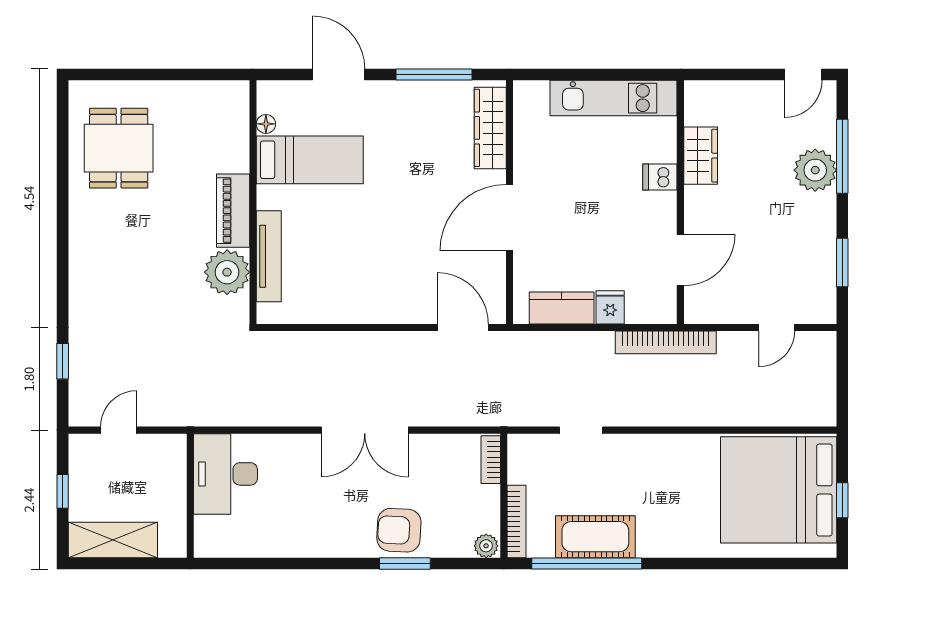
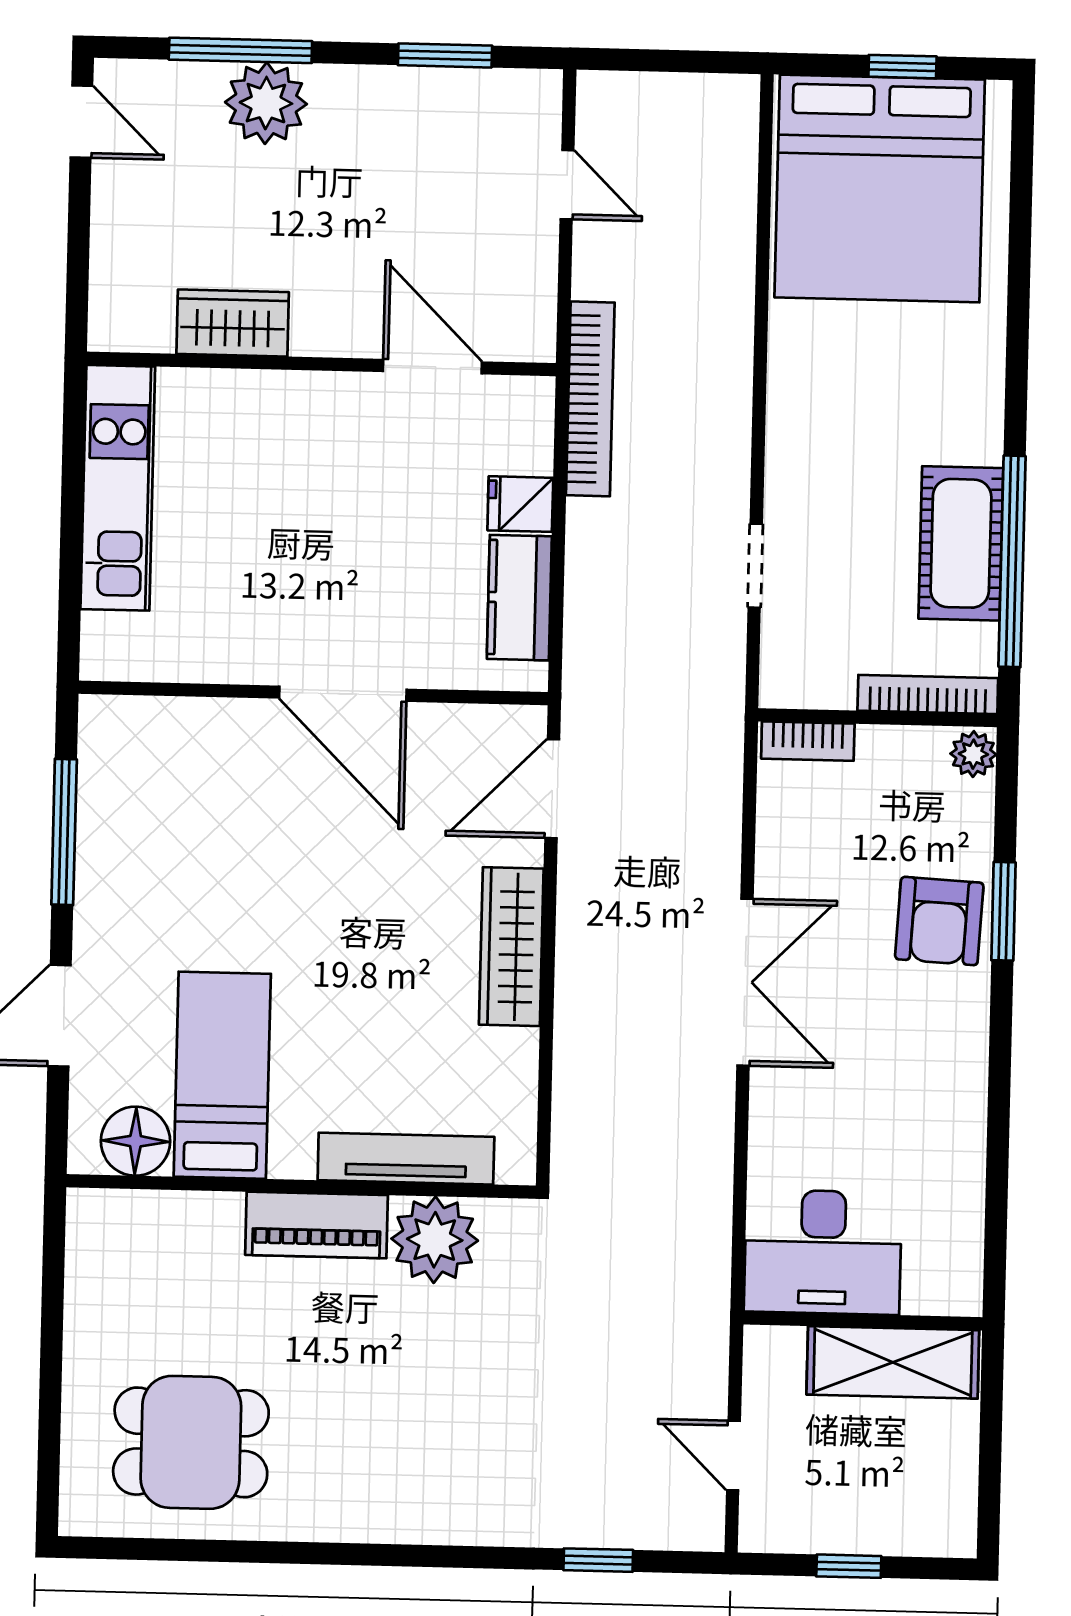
floor lamp: (266, 124) -> (135, 1141), width x1.89, depth x1.89
wardrobe: (490, 128) -> (511, 947), moved, turned 90
dishwasher: (660, 177) -> (272, 402), removed
shelving: (113, 540) -> (893, 1362), moved, turned 90

